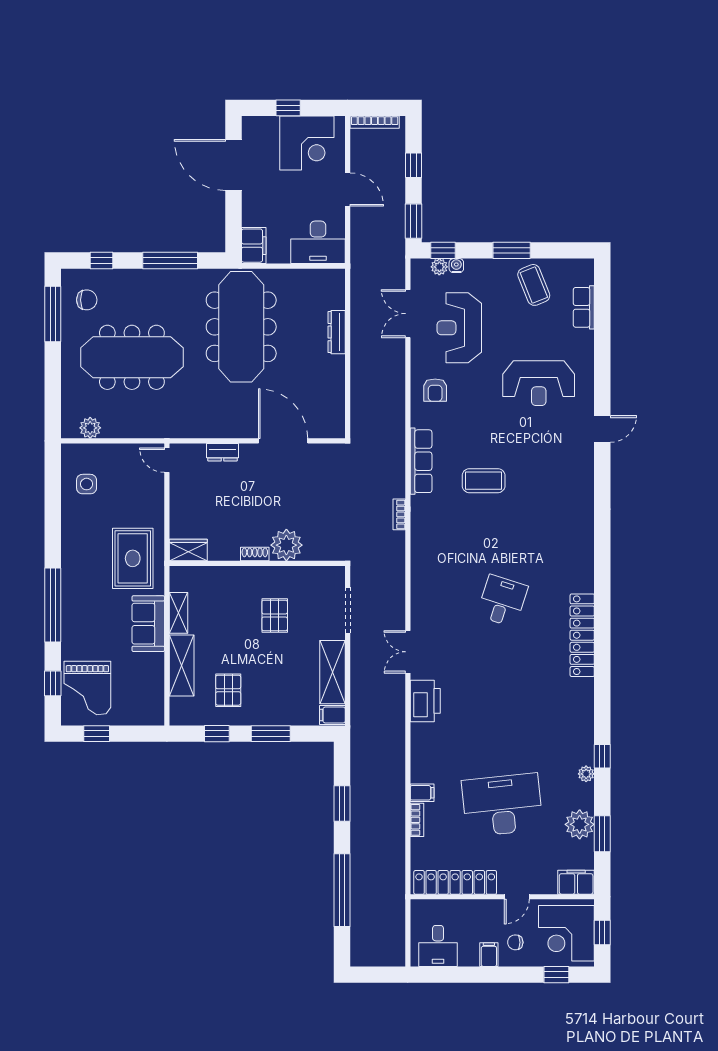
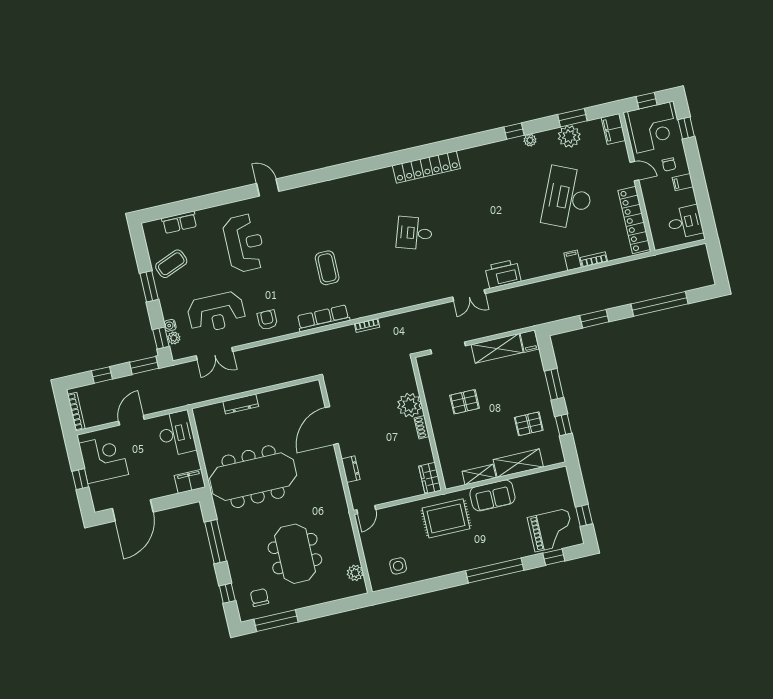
meeting table: (132, 357) -> (295, 554), width x0.73
armchair: (435, 390) -> (267, 320), turned -90
desk: (502, 805) -> (568, 198), turned 30

